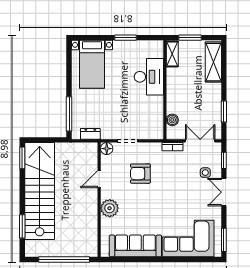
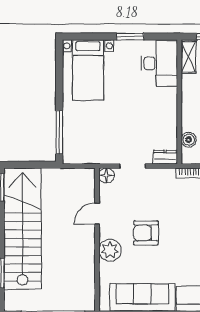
desk: (149, 77) -> (159, 63), moved
dresser: (90, 134) -> (165, 157), moved
armchair: (140, 174) -> (146, 233), moved

